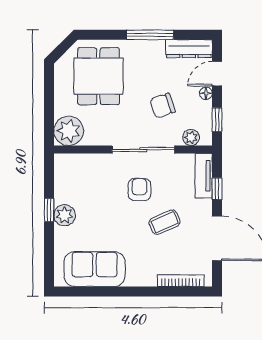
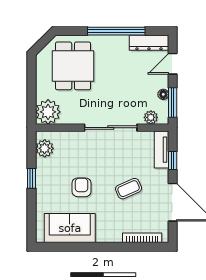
window: (150, 35) -> (116, 31), width x1.46
floor lamp: (206, 93) -> (163, 94), moved
chair: (163, 106) -> (127, 91), removed
window: (217, 120) -> (173, 102), width x1.50
armchair: (139, 190) -> (82, 187), moved
plant: (65, 215) -> (45, 148), moved

